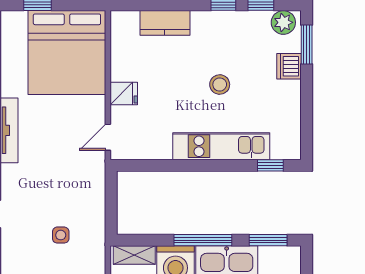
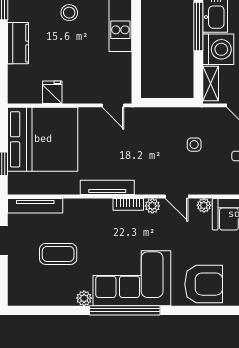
kitchen counter: (165, 23) -> (18, 43), moved
fridge: (124, 93) -> (52, 92), moved

